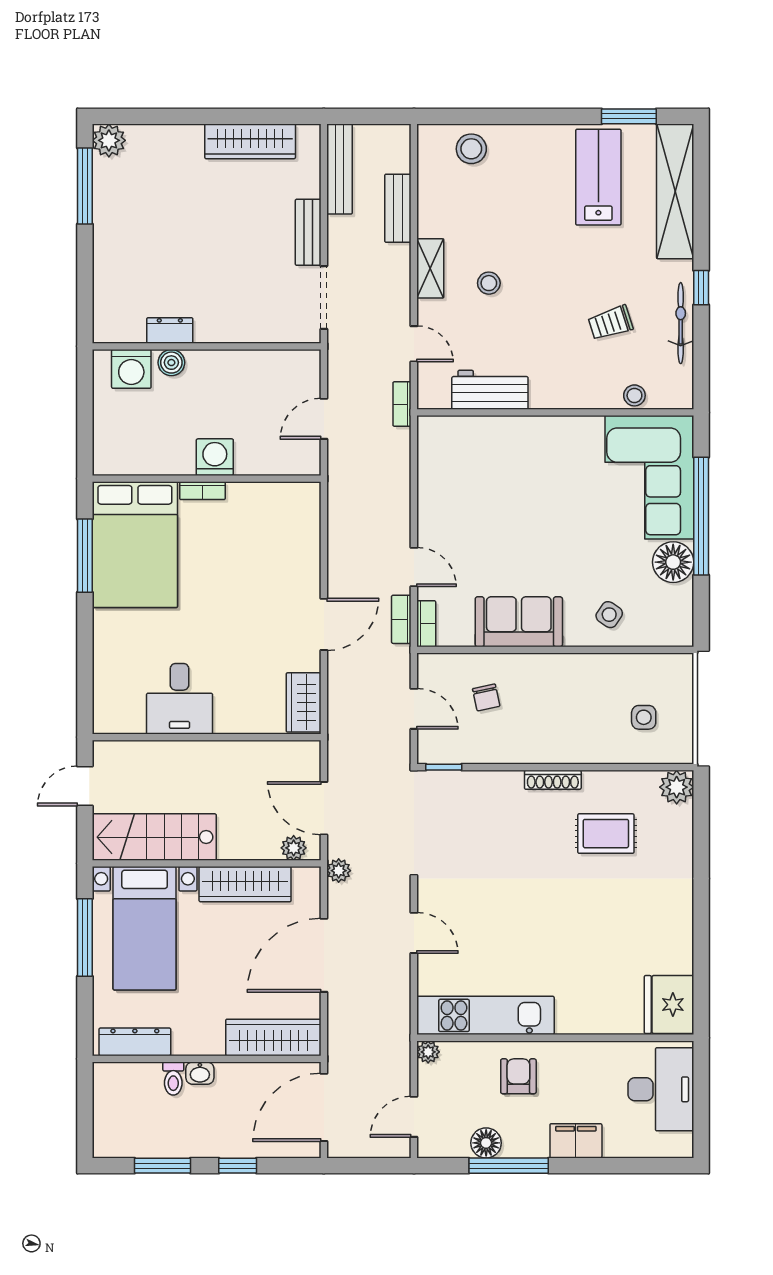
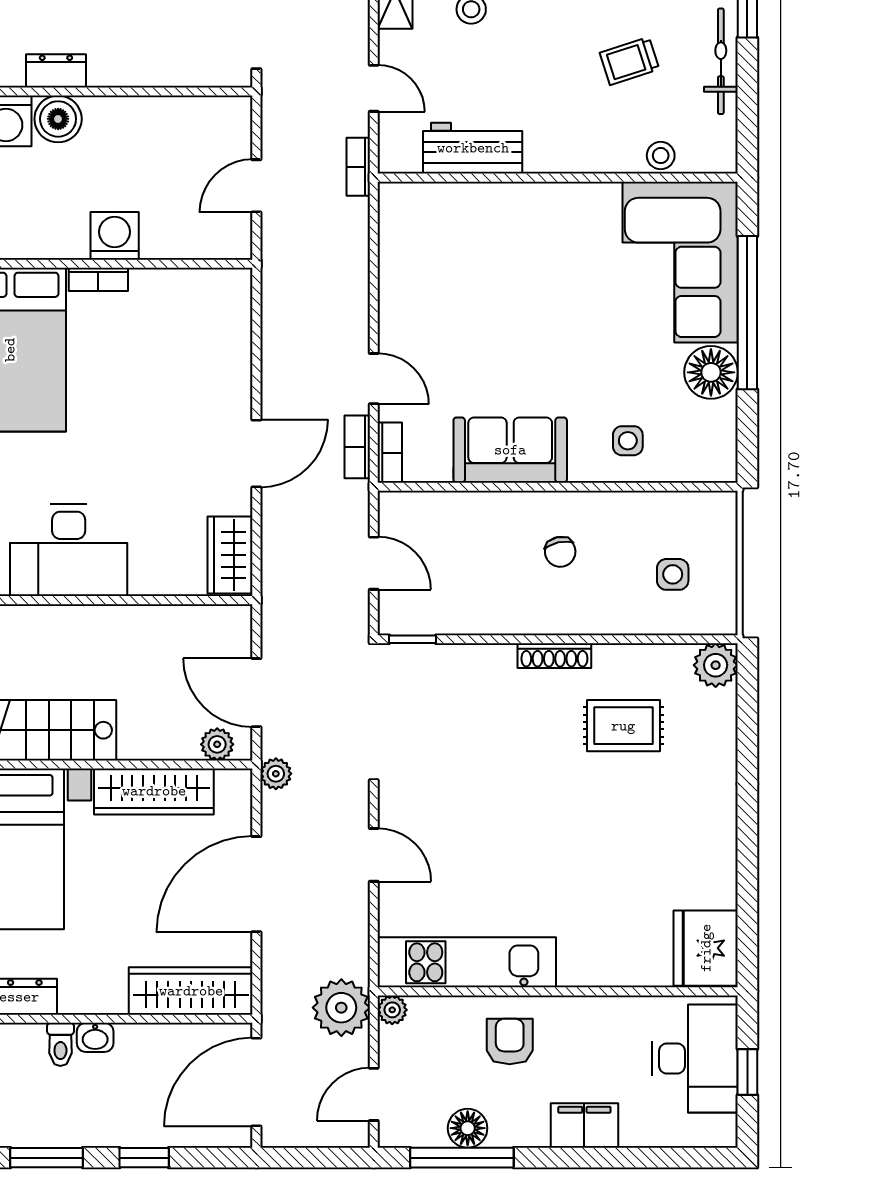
boiler: (171, 363) -> (58, 119), width x1.36, depth x1.36
side table: (609, 615) -> (628, 441), turned -34
chair: (486, 697) -> (560, 552), moved
desk: (180, 699) -> (69, 550), width x1.37
plant: (389, 1050) -> (341, 1008), added
window: (701, 1100) -> (747, 1072), added
window: (509, 1166) -> (462, 1158), moved

